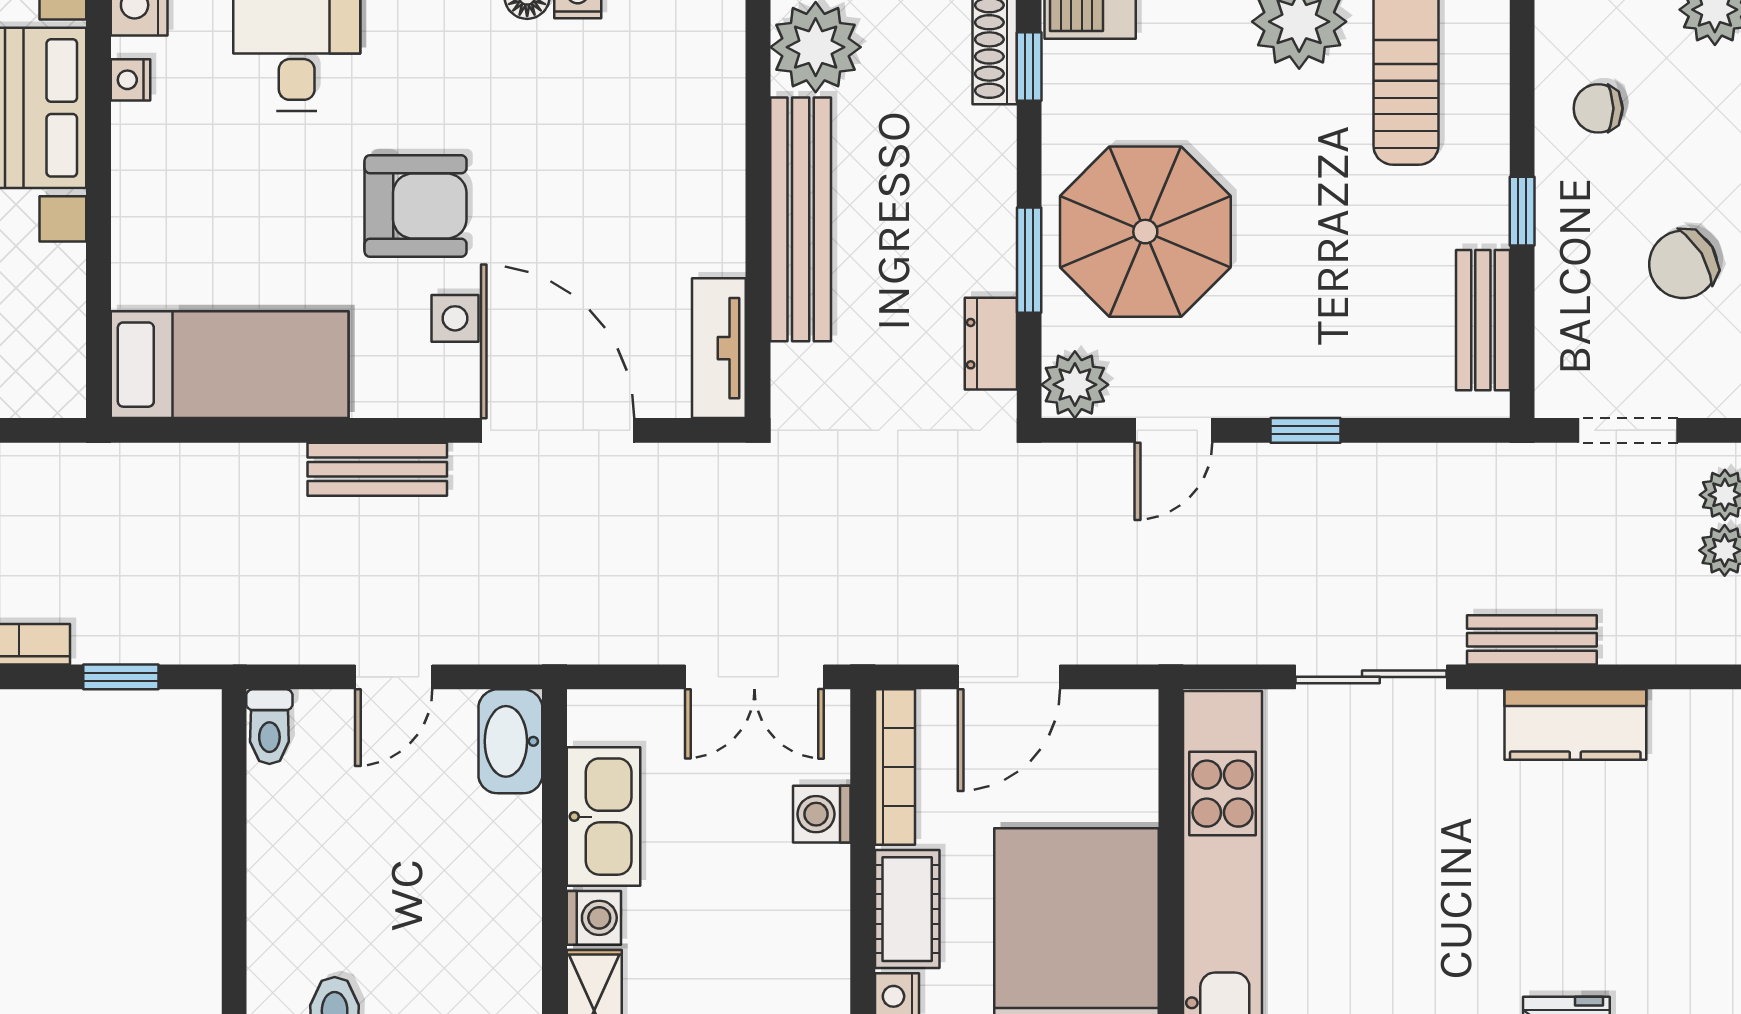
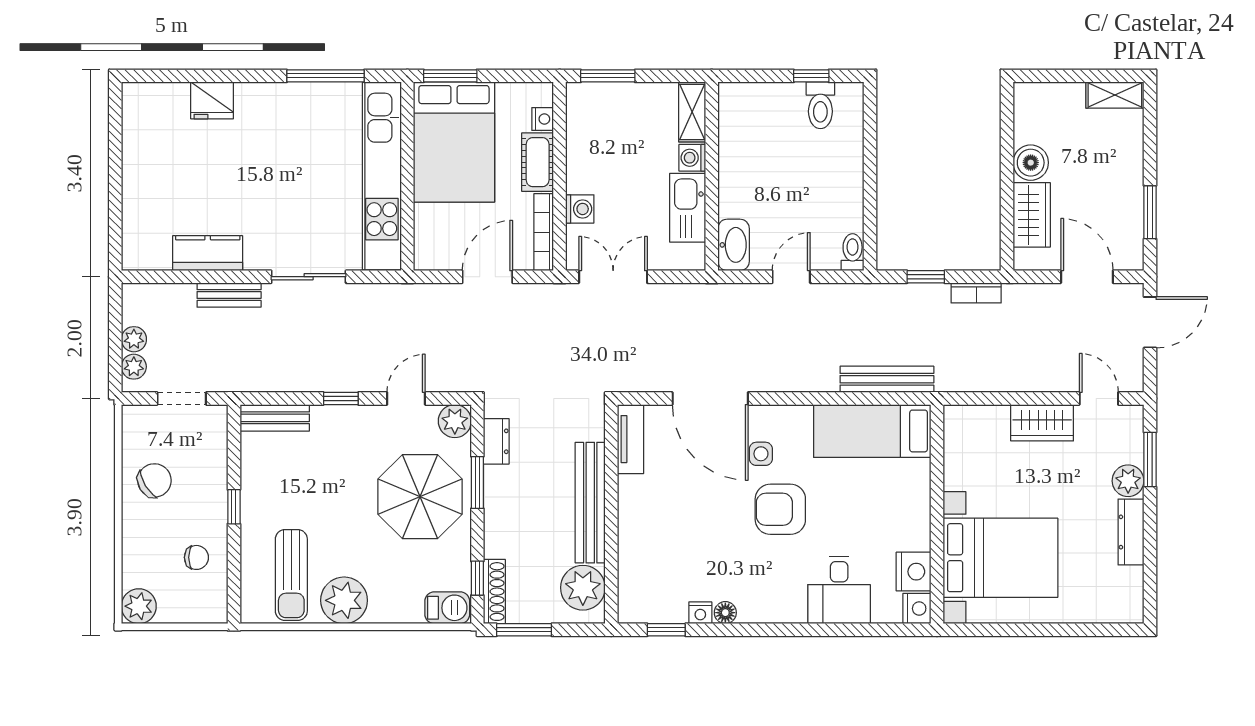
nightstand: (130, 80) -> (914, 572), width x1.89, depth x1.79
bench: (1483, 320) -> (275, 418), moved, turned 90
bench: (377, 469) -> (887, 379), moved, width x1.36

